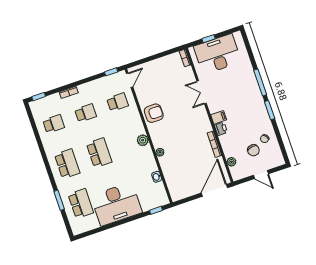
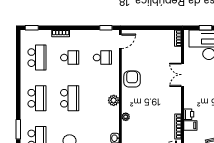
armchair: (154, 113) -> (132, 79), turned -90
filing cabinet: (219, 117) -> (190, 125), moved
school desk: (54, 124) -> (37, 58), width x1.85

